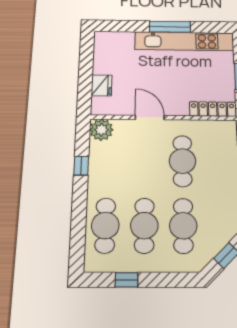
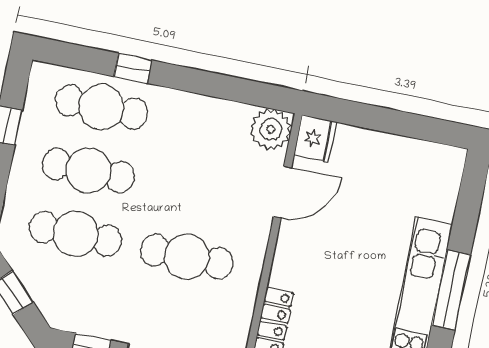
fridge: (102, 85) -> (315, 139), moved, turned -90
door: (150, 118) -> (282, 192), moved
window: (81, 166) -> (133, 68), moved

